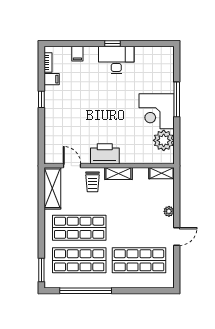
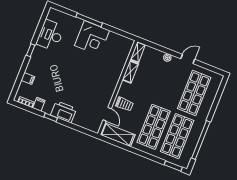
desk: (116, 60) -> (50, 35), moved
plant: (164, 140) -> (115, 41), removed
printer: (105, 154) -> (64, 112), moved, turned 90
door: (72, 166) -> (107, 114), swing flipped
shelving: (118, 174) -> (130, 72), moved
door: (177, 236) -> (188, 59), hinge flipped

